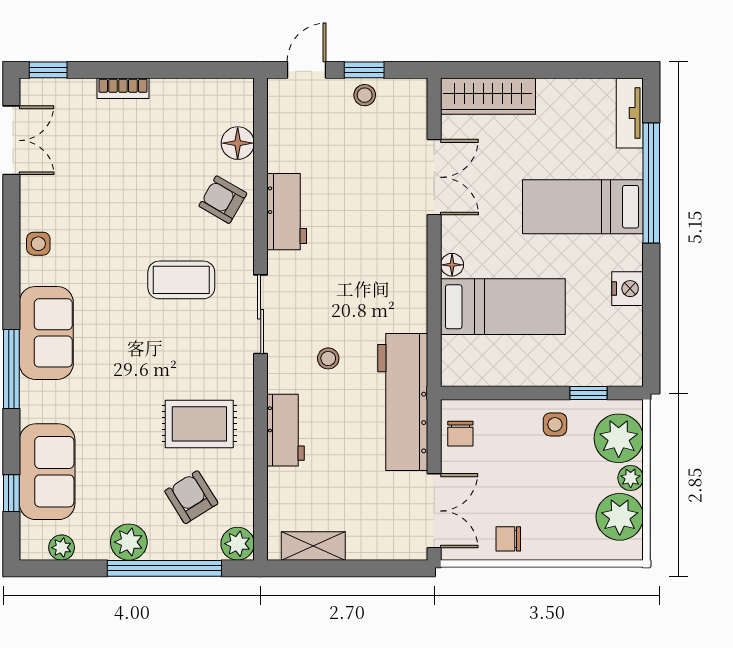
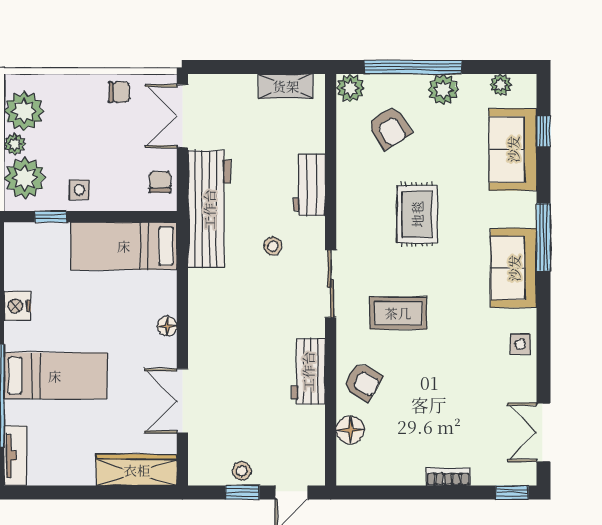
bed: (503, 307) -> (124, 246), moved
rug: (199, 424) -> (417, 214), moved, turned 90

